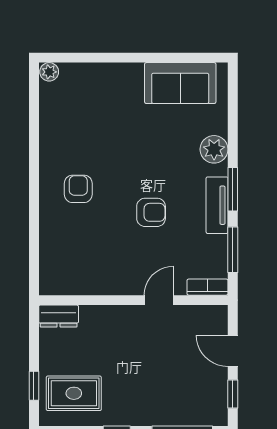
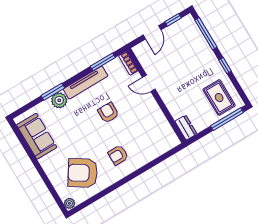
armchair: (83, 119) -> (83, 173), added
window: (233, 189) -> (53, 92), moved
tv unit: (217, 205) -> (86, 83), width x1.41
window: (34, 386) -> (227, 119), width x2.17

